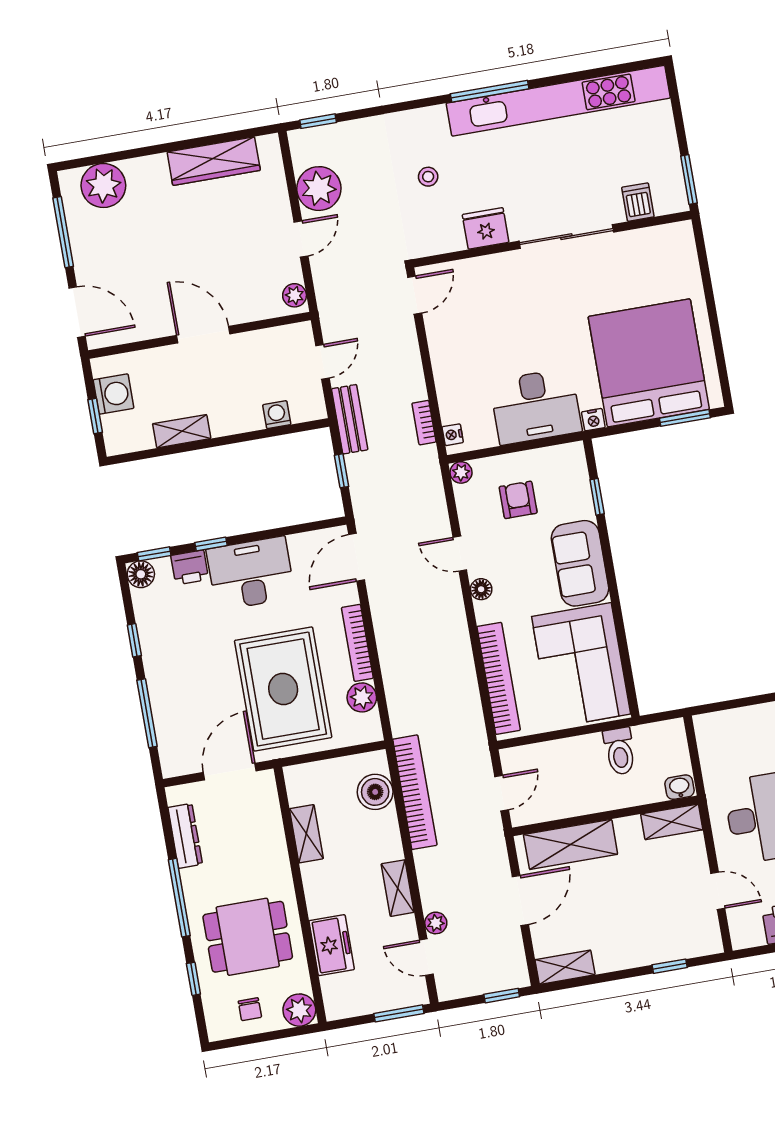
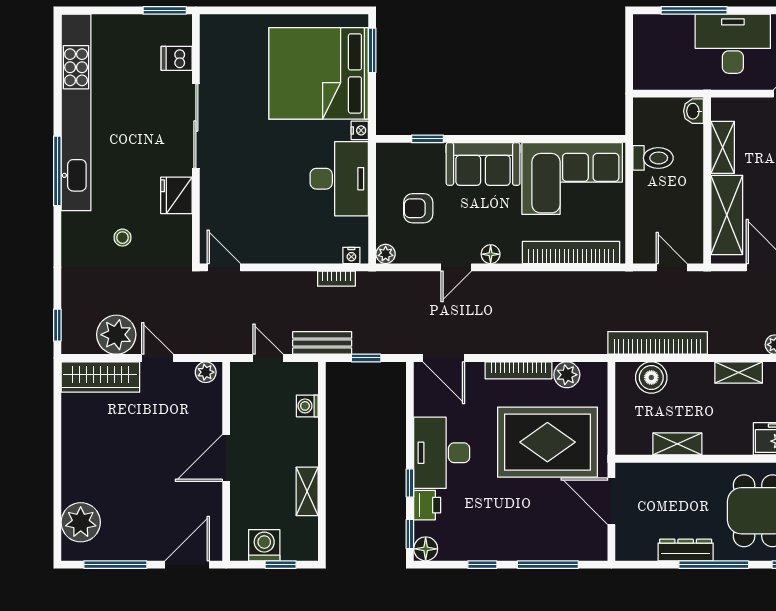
wardrobe: (214, 161) -> (100, 377), moved, turned 90
shelving: (672, 822) -> (723, 147), moved
dresser: (185, 836) -> (686, 550), moved

